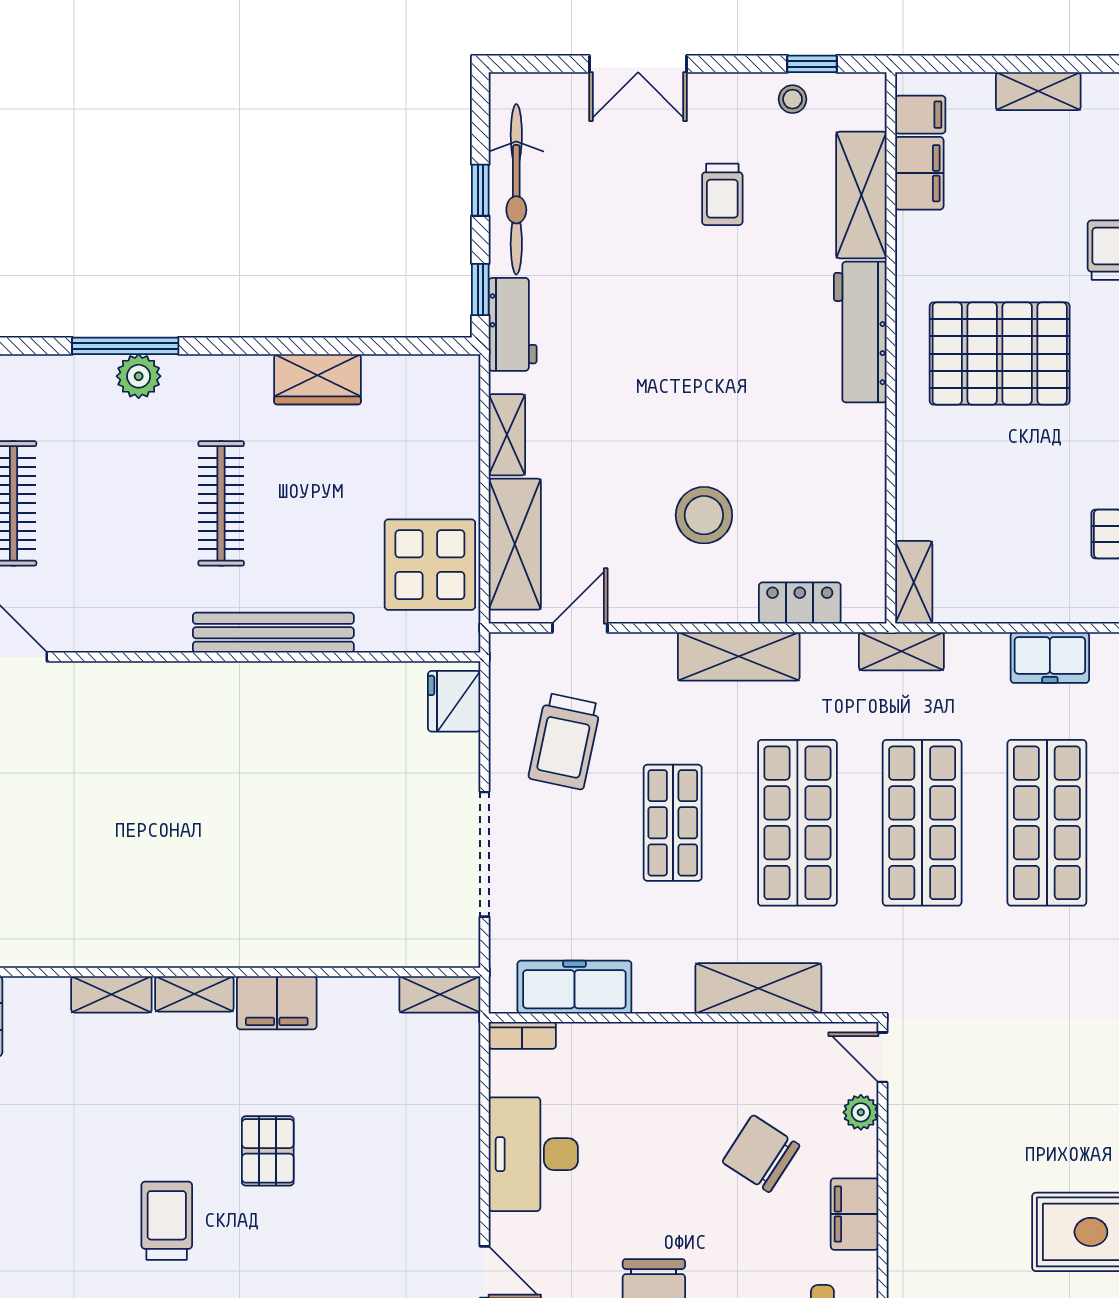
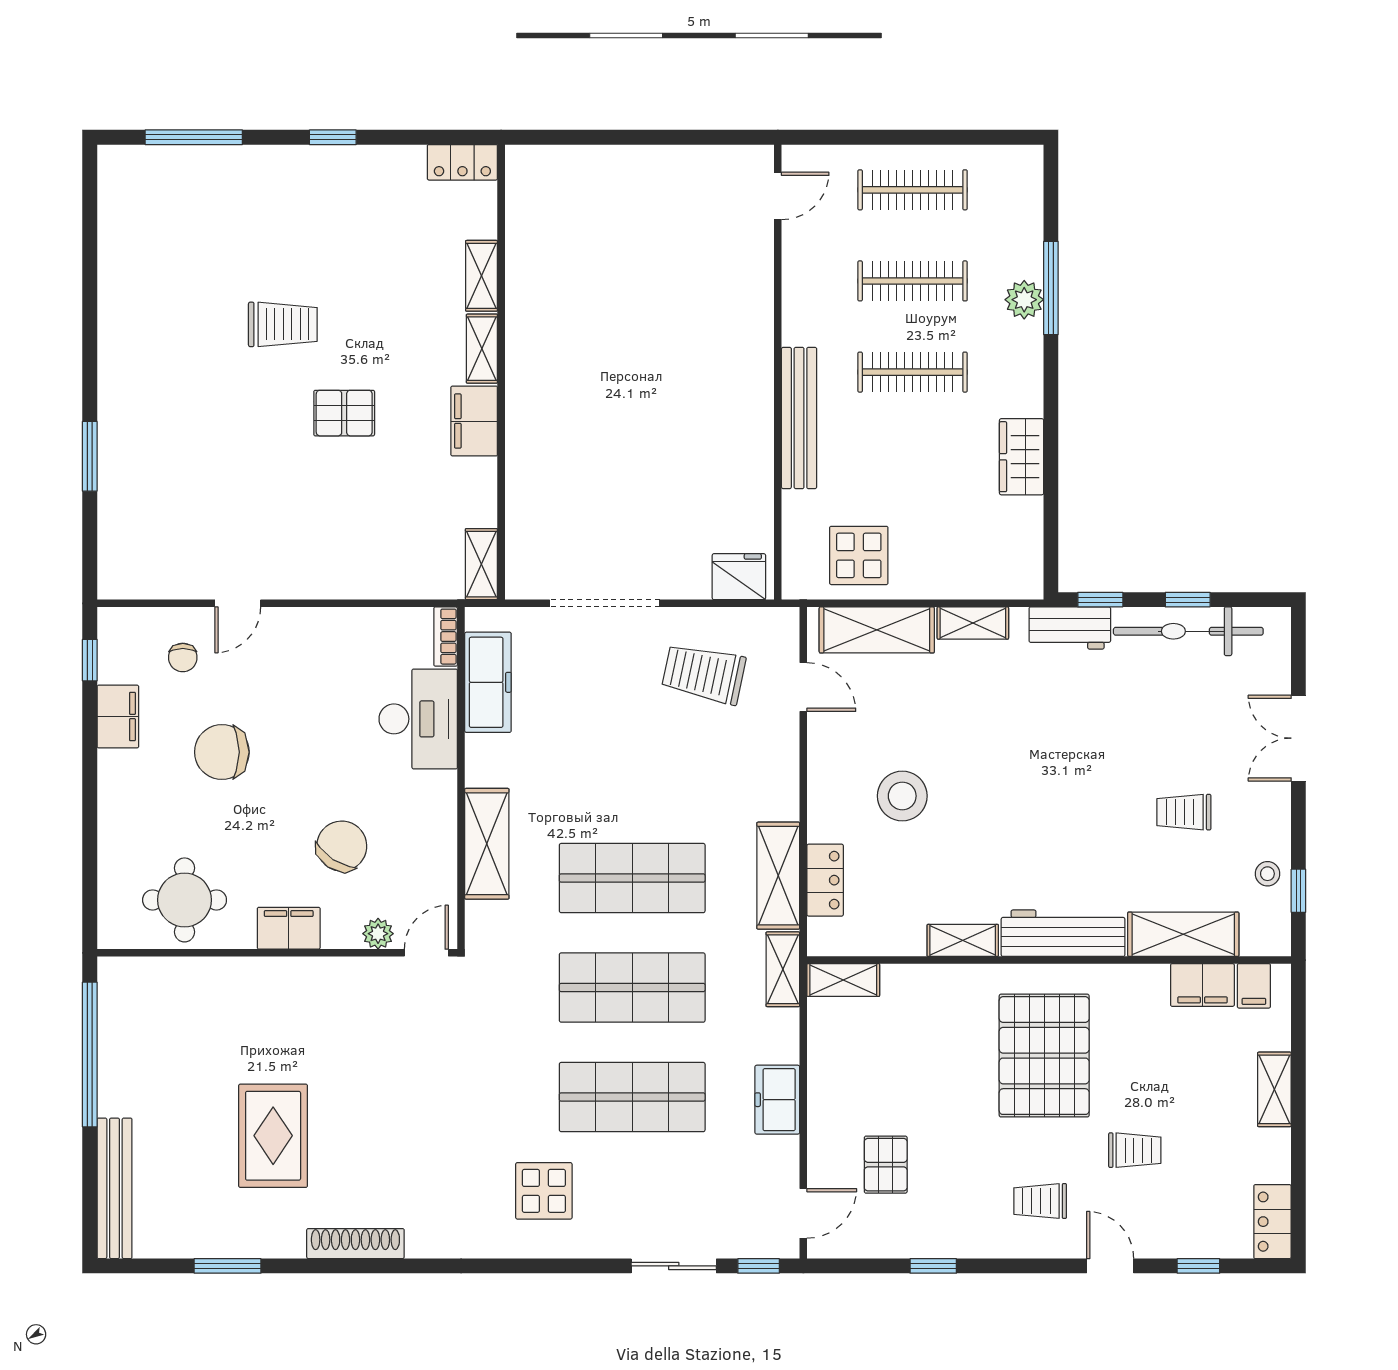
shelving: (868, 446) -> (963, 940), added
clothes rail: (117, 503) -> (913, 281), added
display table: (430, 565) -> (859, 555), width x0.73, depth x0.73
shelving: (739, 656) -> (778, 876), moved
shop shelf: (673, 823) -> (632, 769), removed
desk: (533, 1154) -> (418, 719), moved, turned 90

